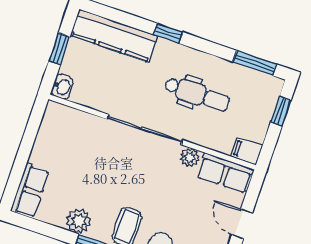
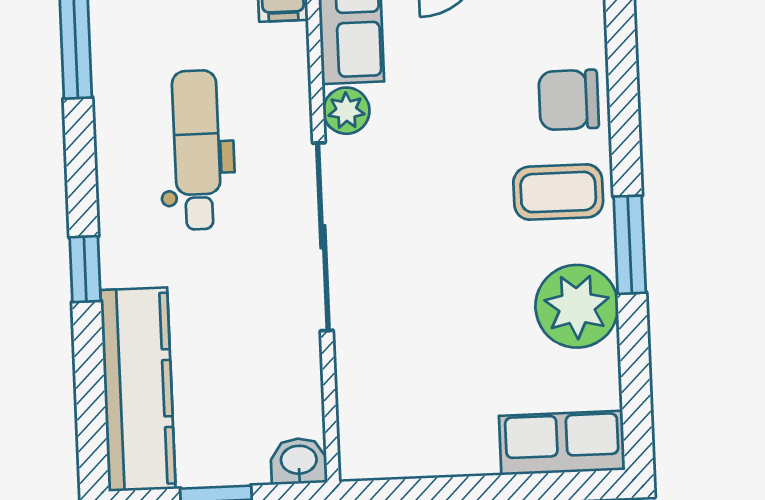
plant: (79, 221) -> (577, 306), width x1.36, depth x1.36

